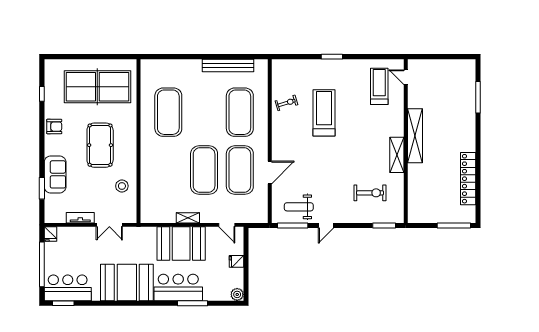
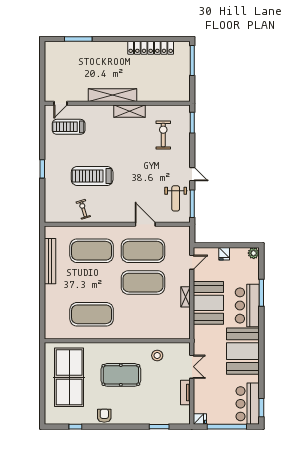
sofa: (55, 174) -> (147, 415), removed

